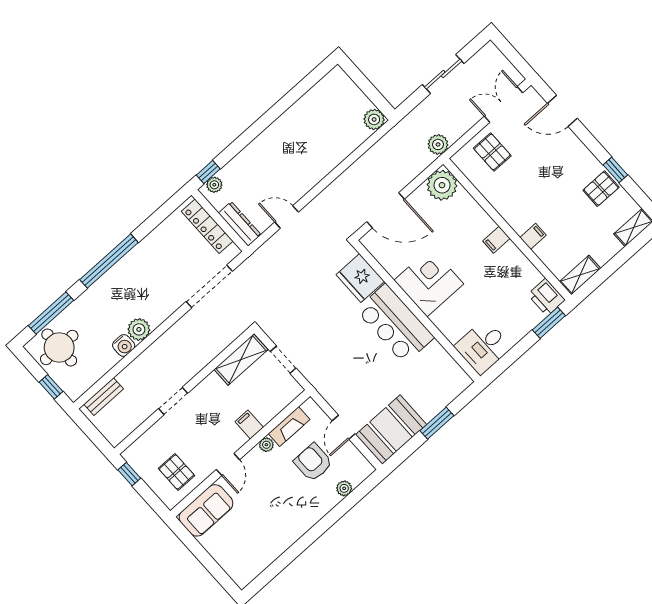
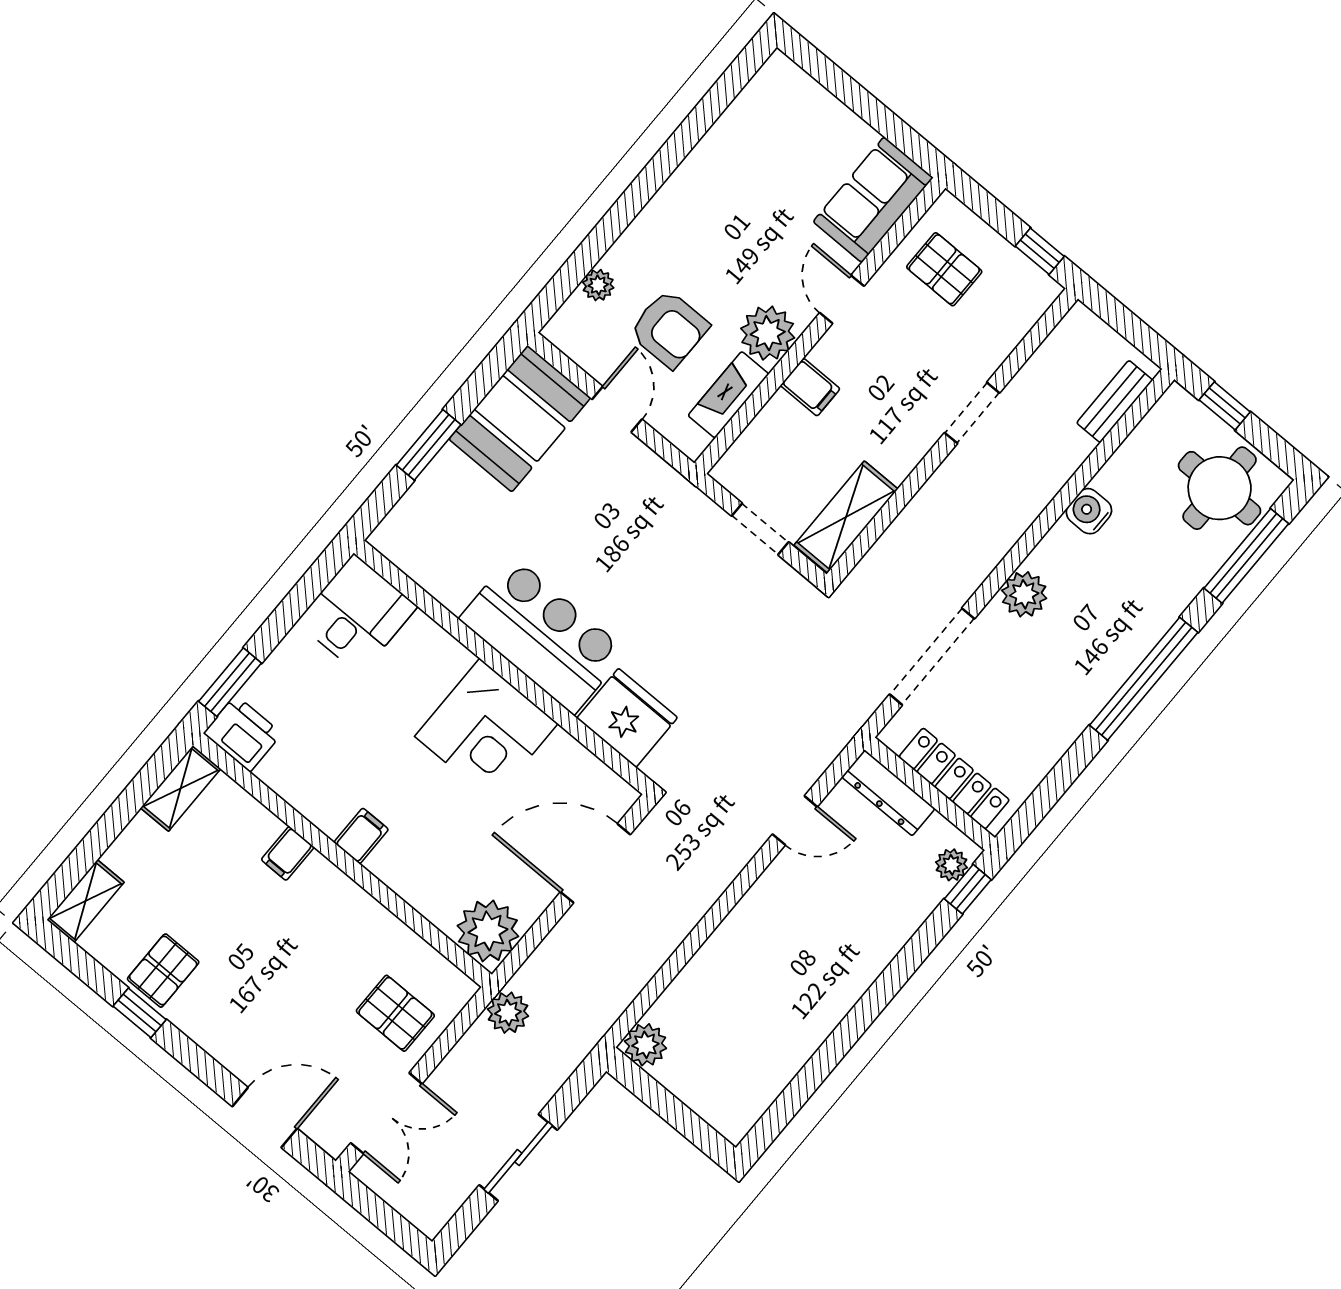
plant: (139, 329) -> (1024, 594), moved
plant: (266, 445) -> (768, 333), width x1.88, depth x1.88

